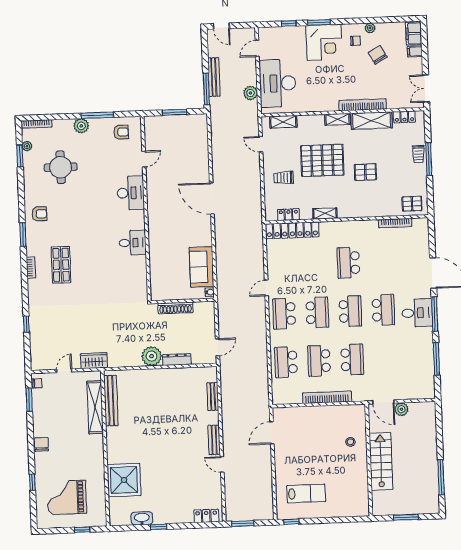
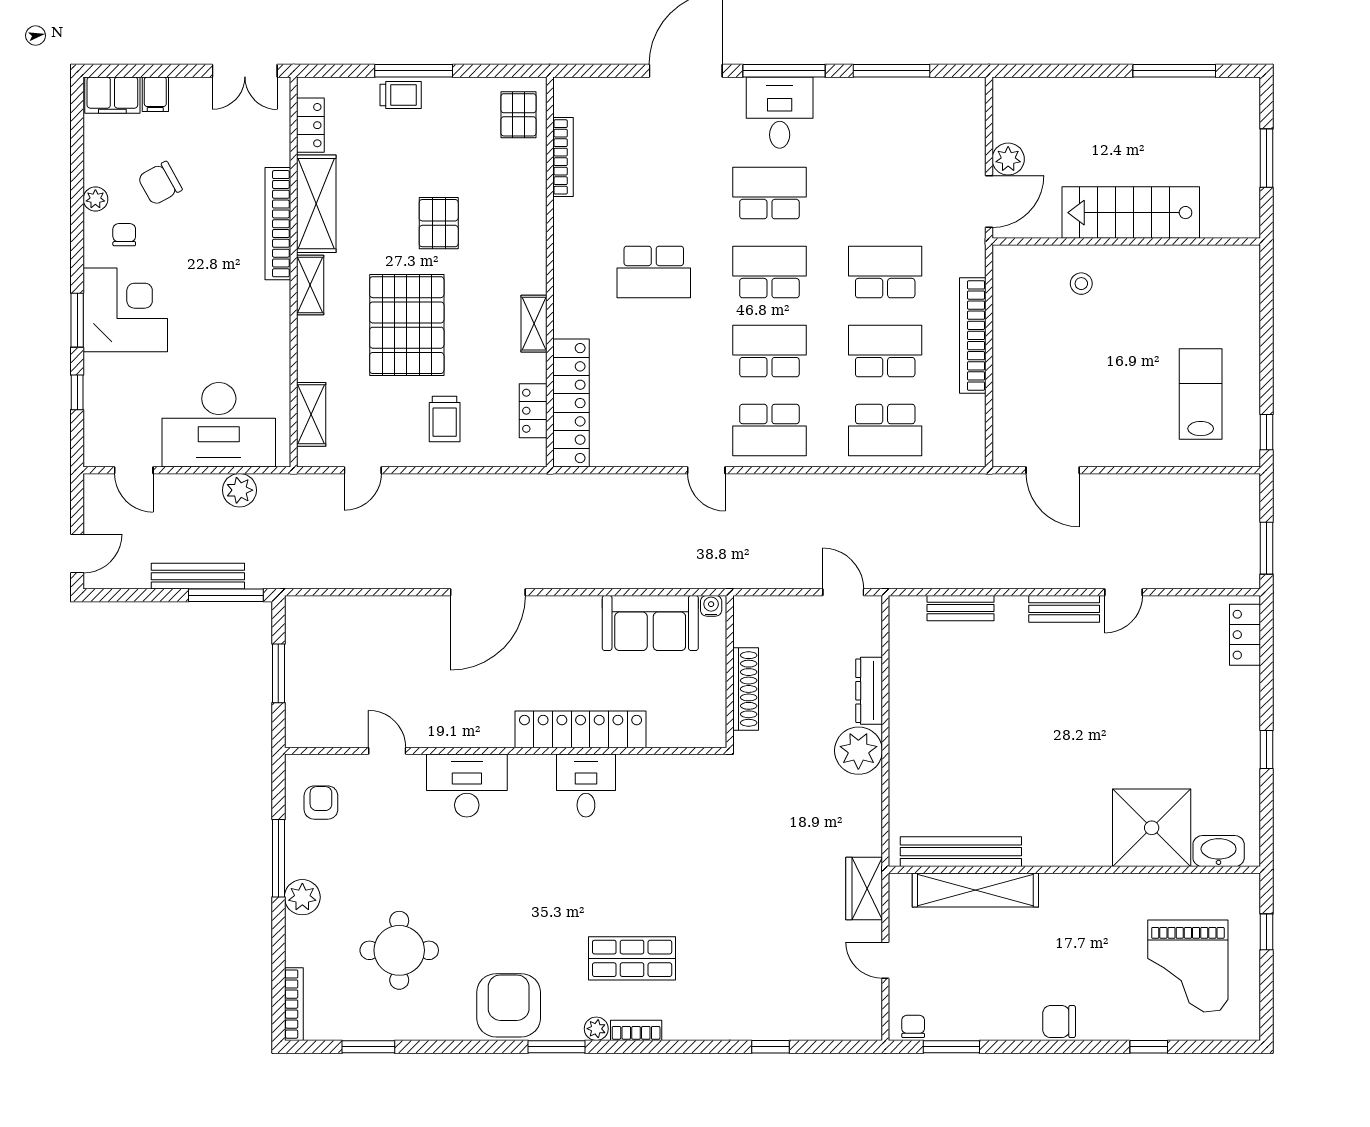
plant: (27, 146) -> (596, 1029), moved
armchair: (39, 214) -> (509, 1005), width x1.88, depth x1.88
locker: (156, 240) -> (581, 729), added
school desk: (319, 361) -> (885, 351), turned 180
washbasin: (142, 518) -> (1219, 851), moved, turned 90

